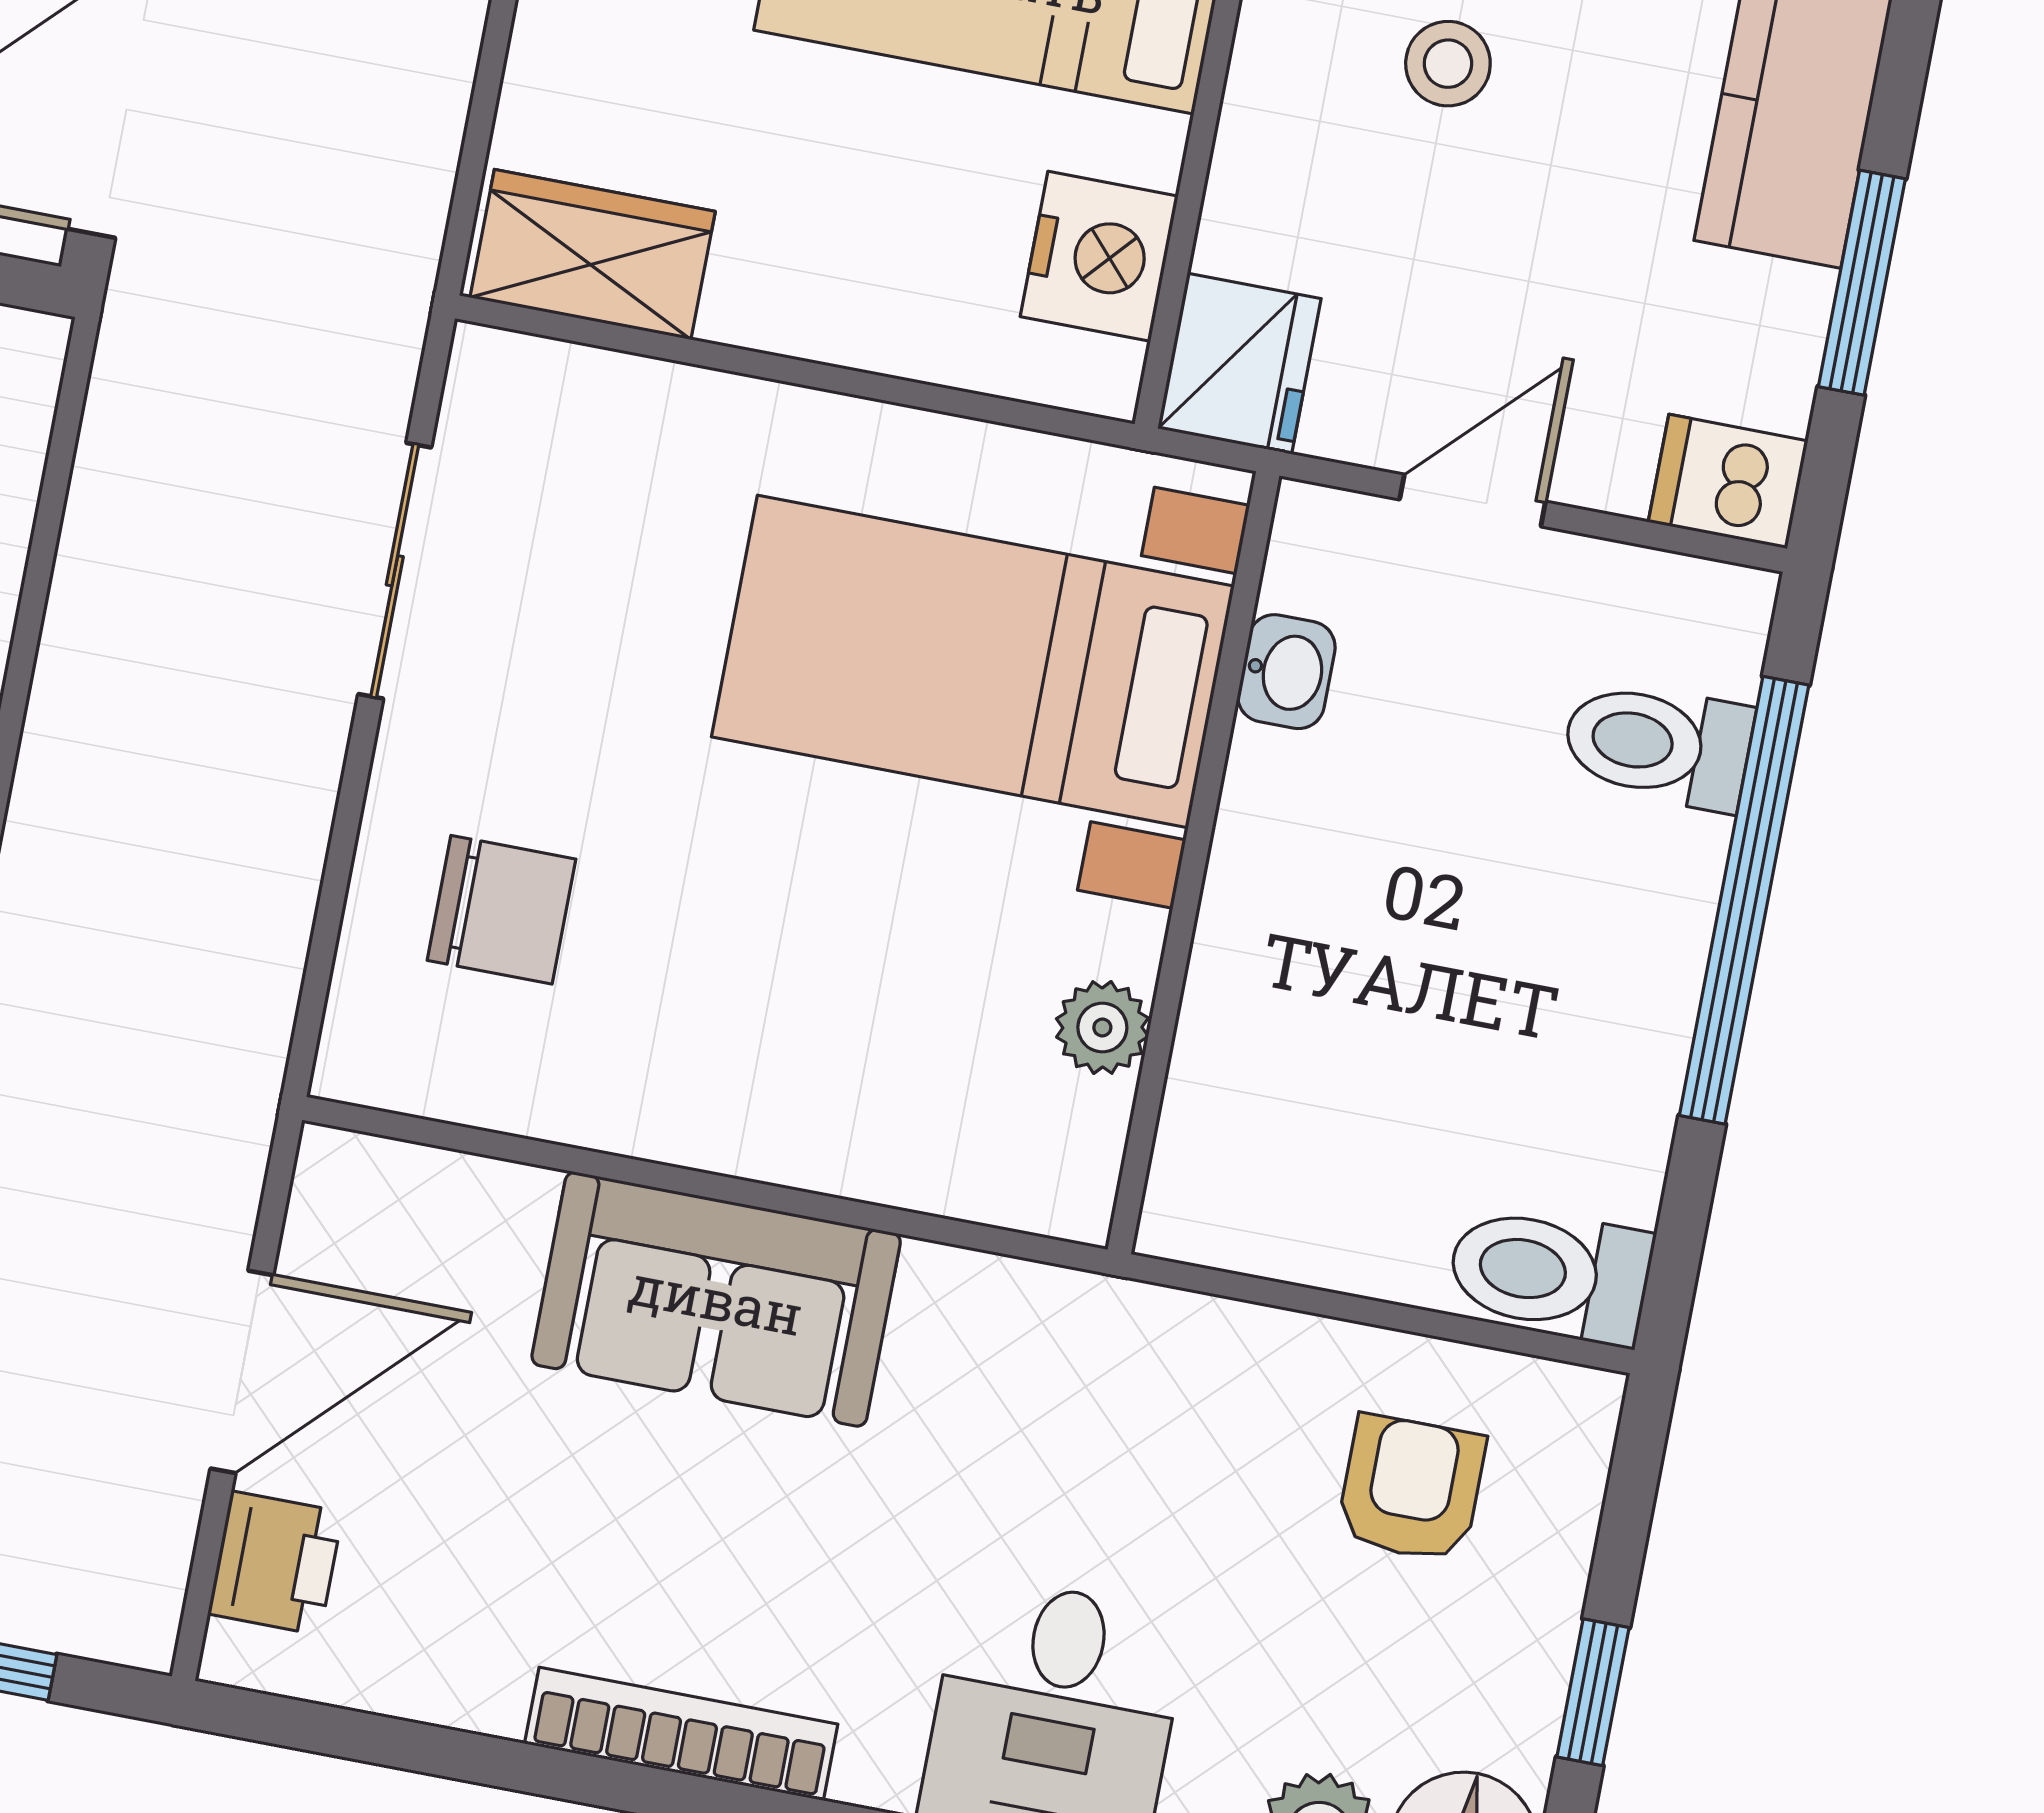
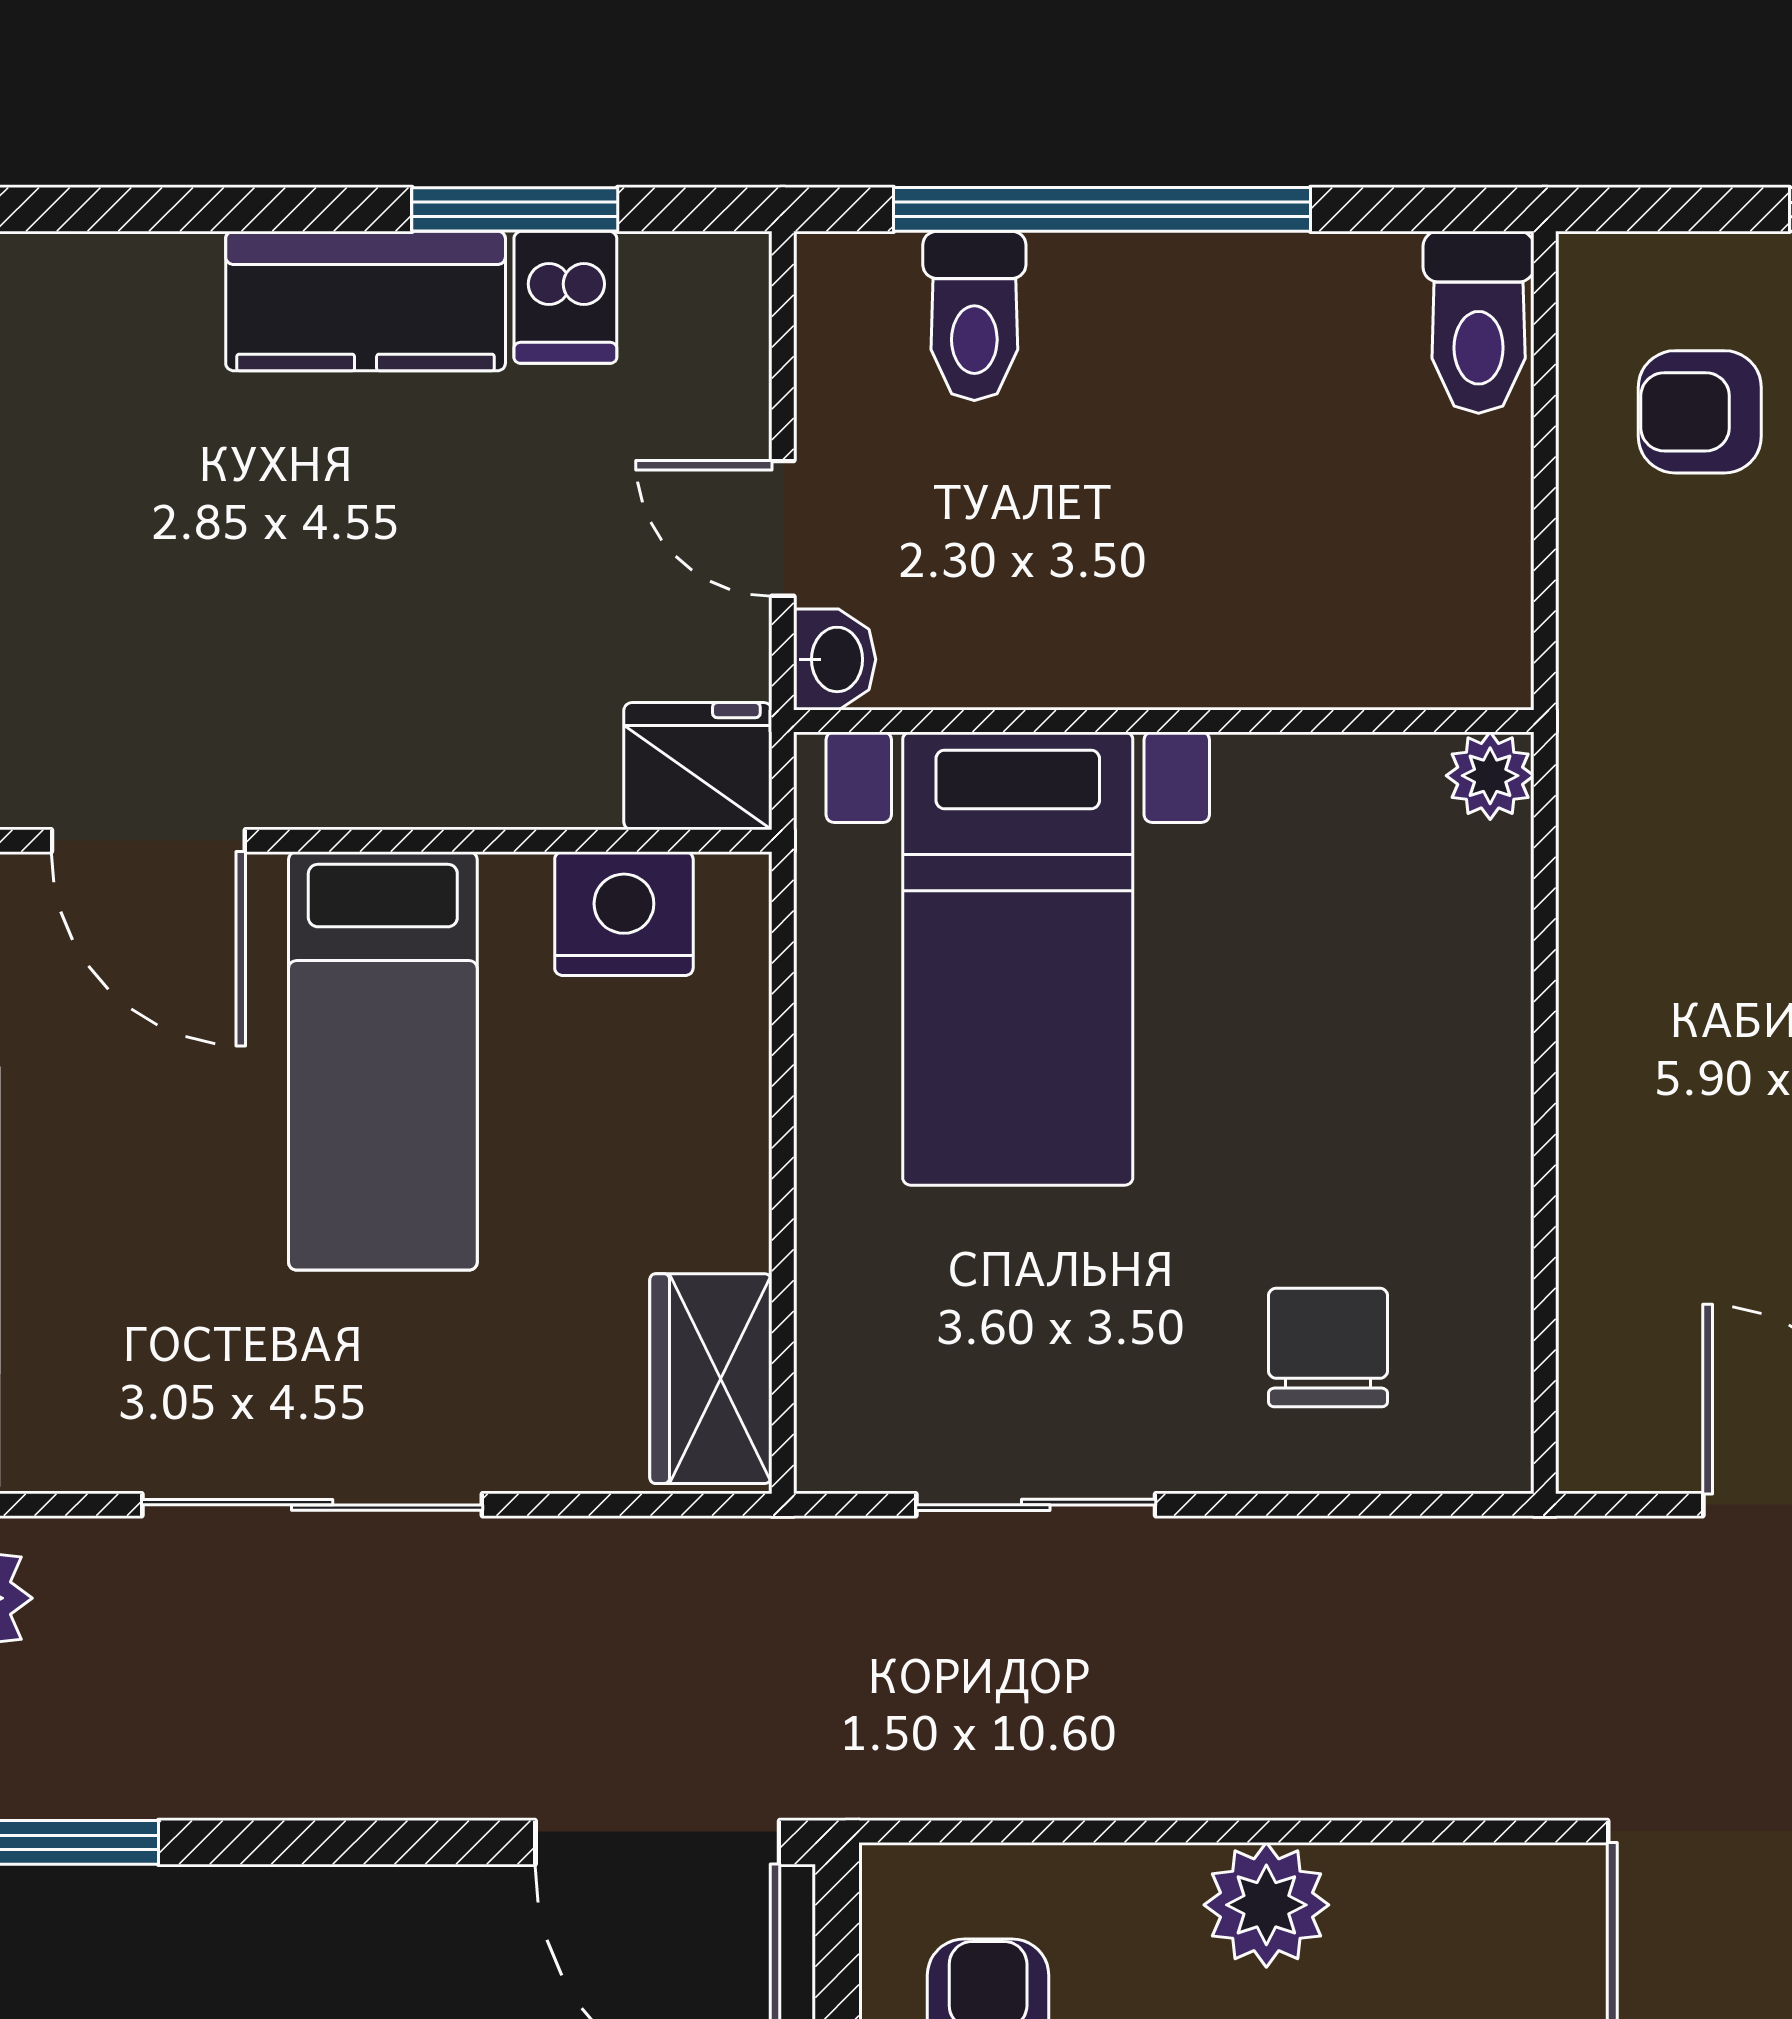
stool: (1448, 64) -> (386, 627), removed
dishwasher: (1728, 481) -> (565, 297), moved
washbasin: (1286, 672) -> (835, 659), moved, turned 90
plant: (1102, 1028) -> (1490, 776), moved
sofa: (716, 1299) -> (1648, 1083), removed

